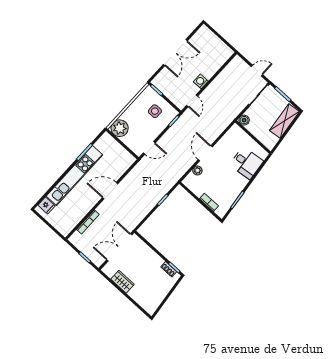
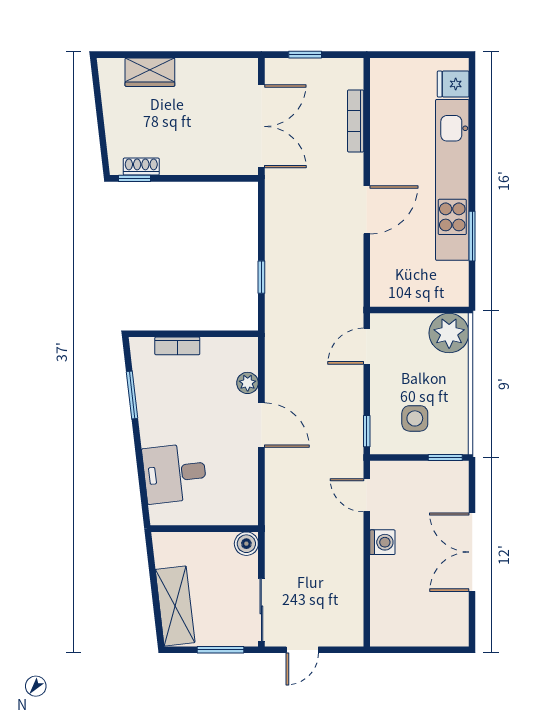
wardrobe: (123, 282) -> (150, 72), moved

